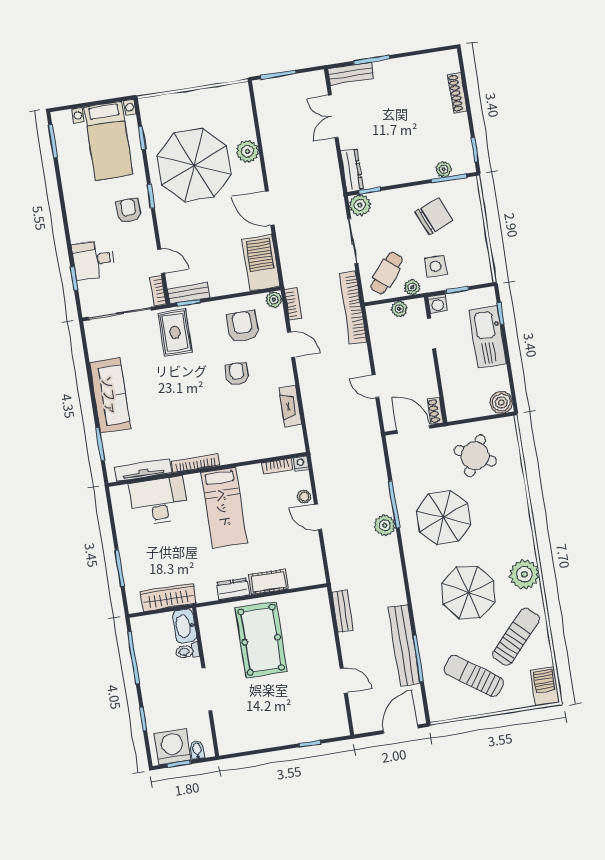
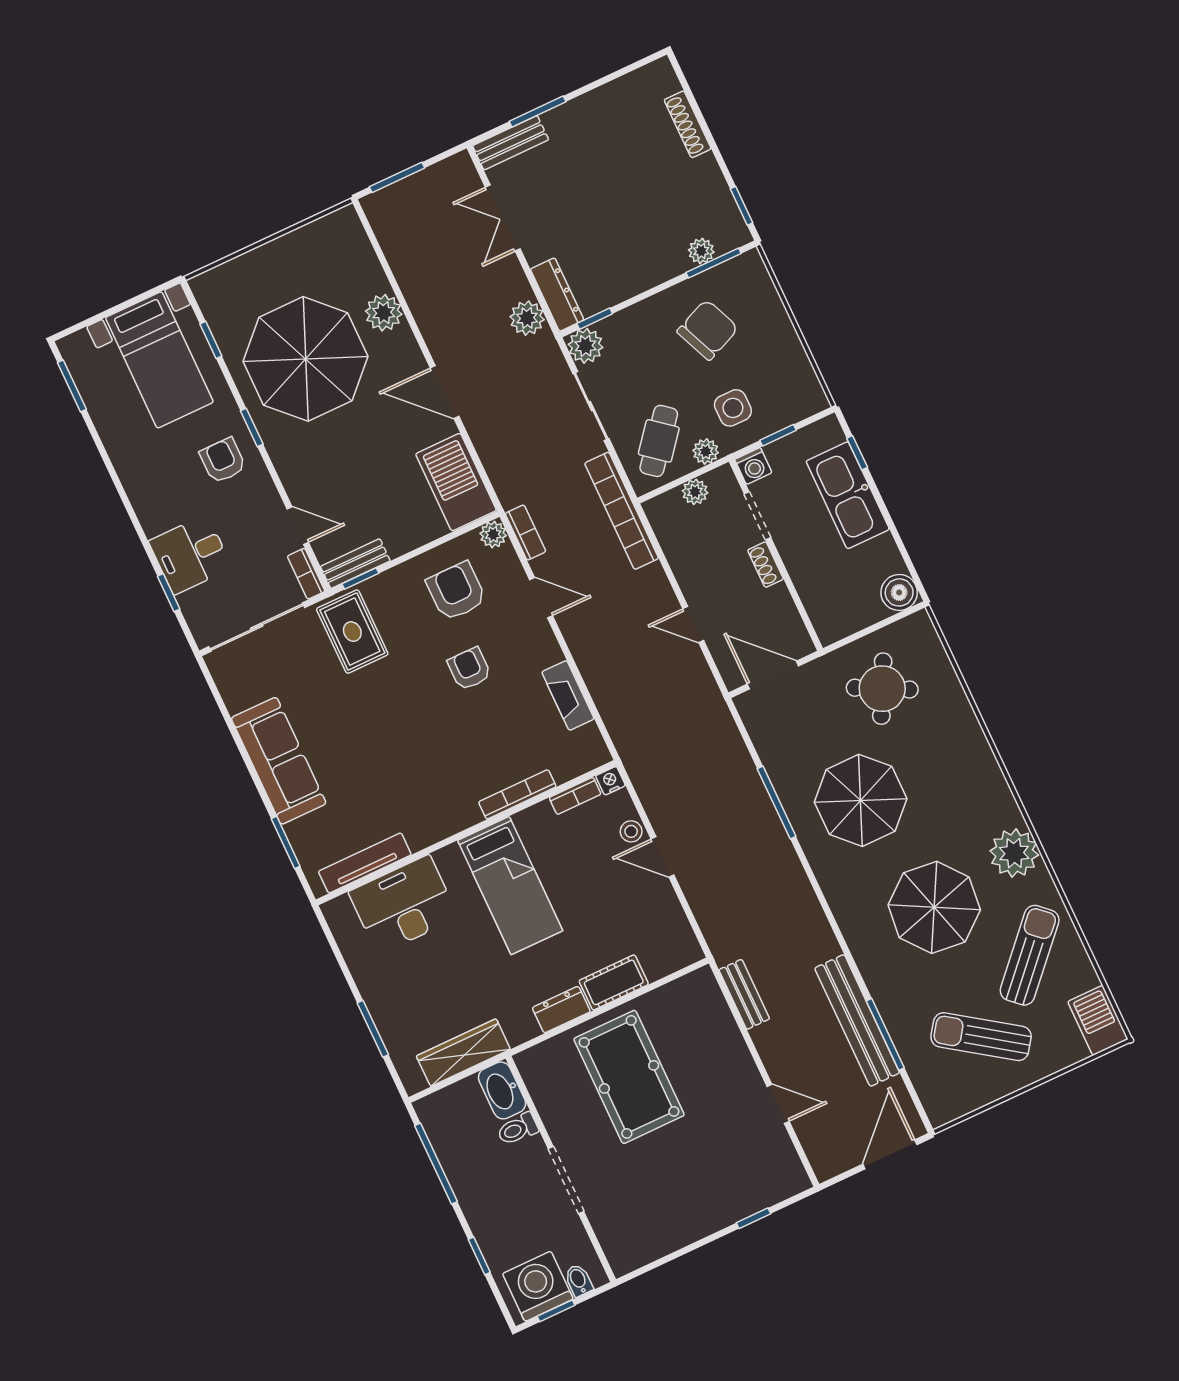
shoe rack: (435, 411) -> (766, 565), moved
bookcase: (196, 463) -> (517, 794), moved
plant: (385, 525) -> (527, 318), moved

